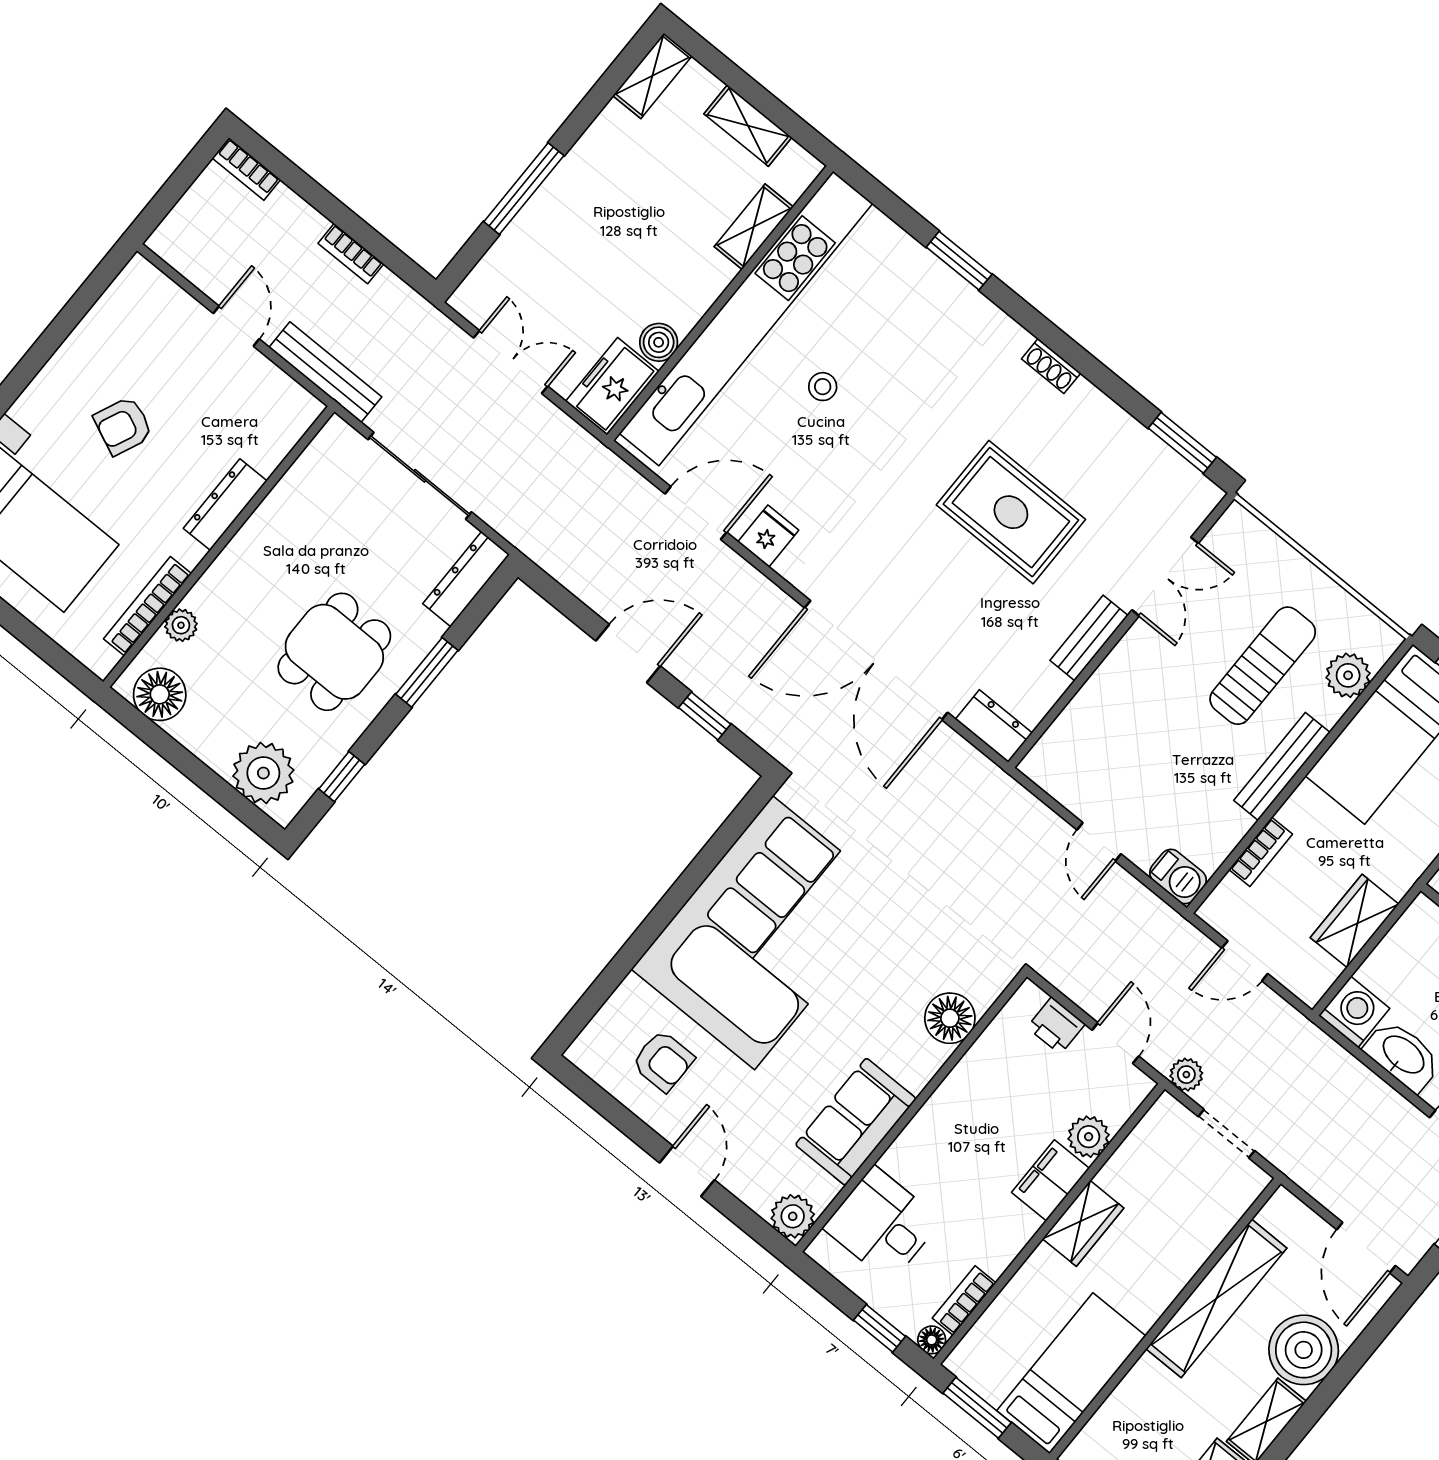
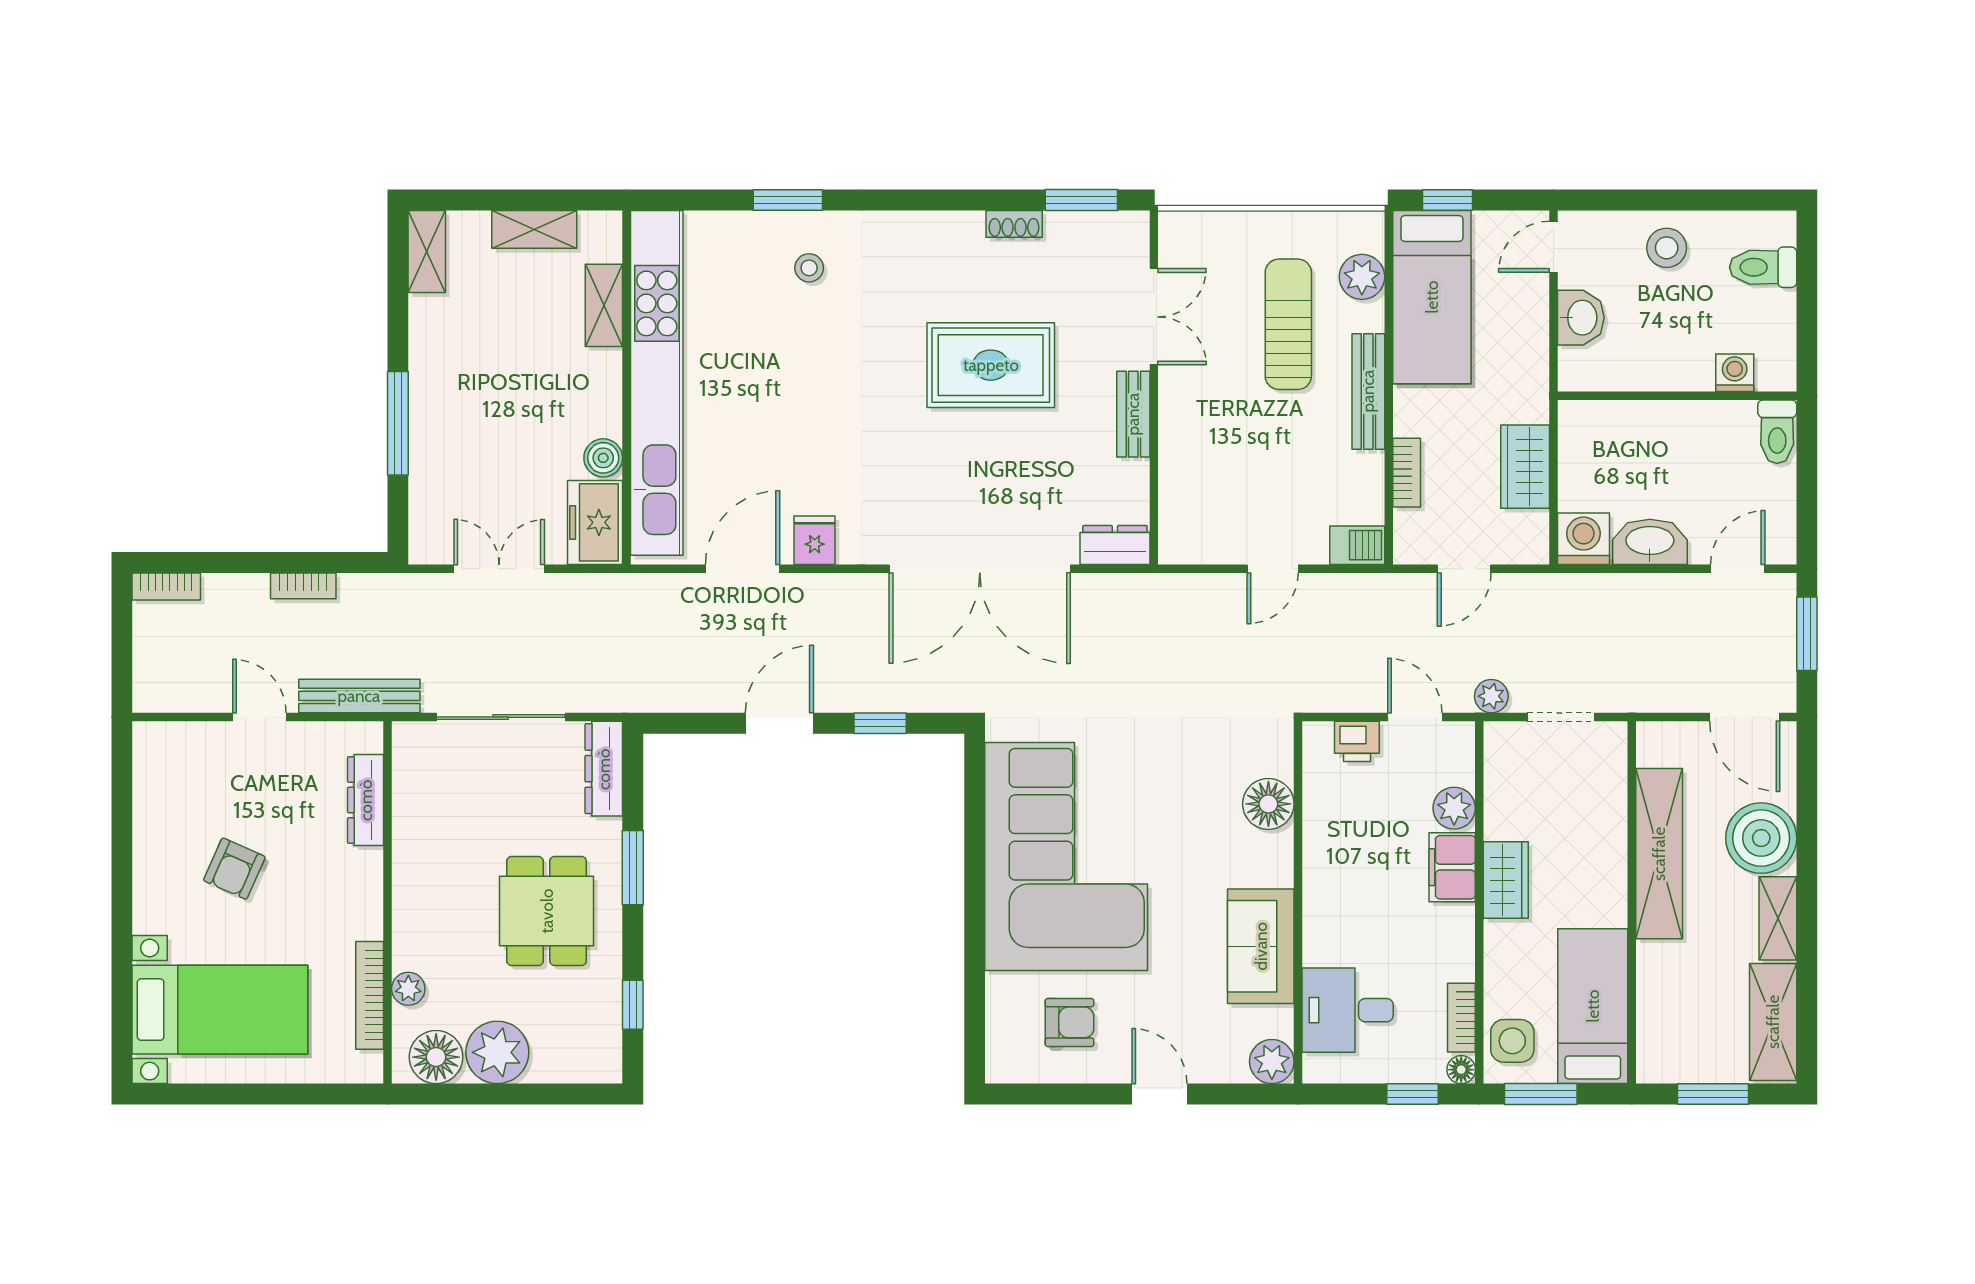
shoe rack: (1051, 366) -> (1014, 224), moved
stool: (823, 387) -> (809, 268), moved
dresser: (225, 505) -> (366, 800), moved
plant: (263, 773) -> (497, 1052), moved
door: (1099, 842) -> (1273, 569), hinge flipped
side table: (988, 1350) -> (1512, 1041), added

